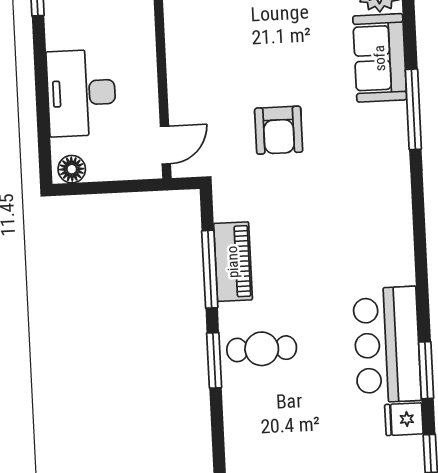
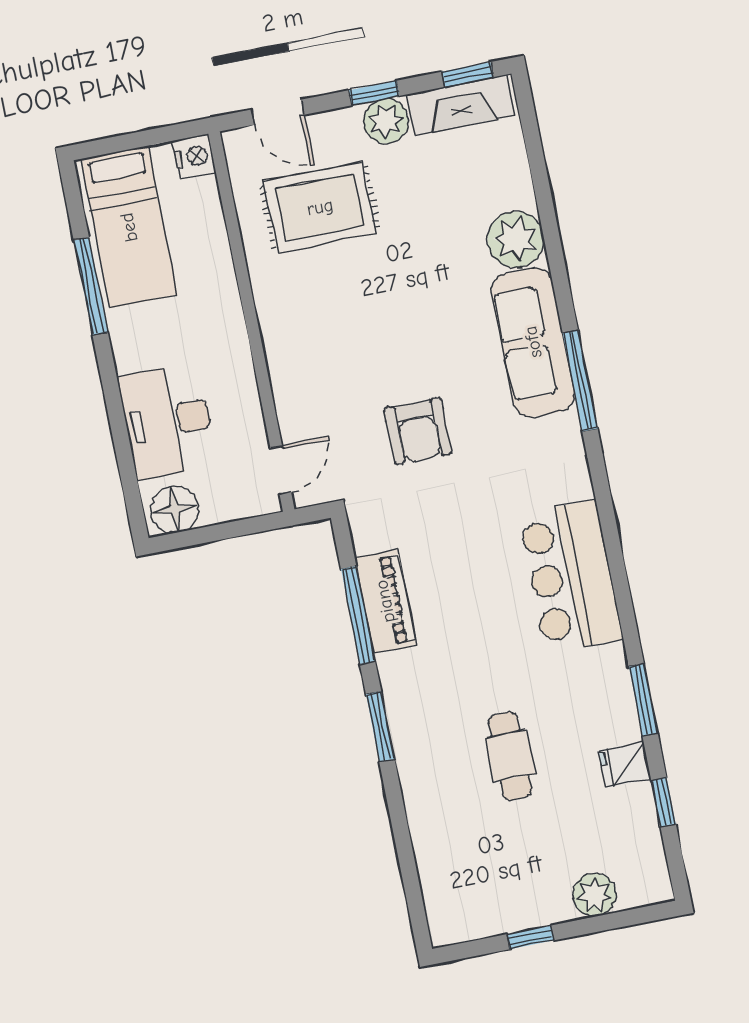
sofa: (380, 58) -> (533, 342), width x1.36
floor lamp: (72, 169) -> (175, 509), width x1.38, depth x1.38
bar counter: (387, 345) -> (571, 577), moved
cafe table: (262, 349) -> (510, 756), moved, turned 90

